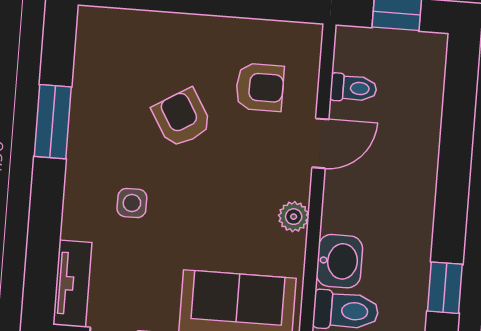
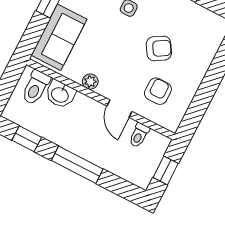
armchair: (260, 87) -> (158, 91), turned 180
window: (453, 177) -> (77, 165), added

